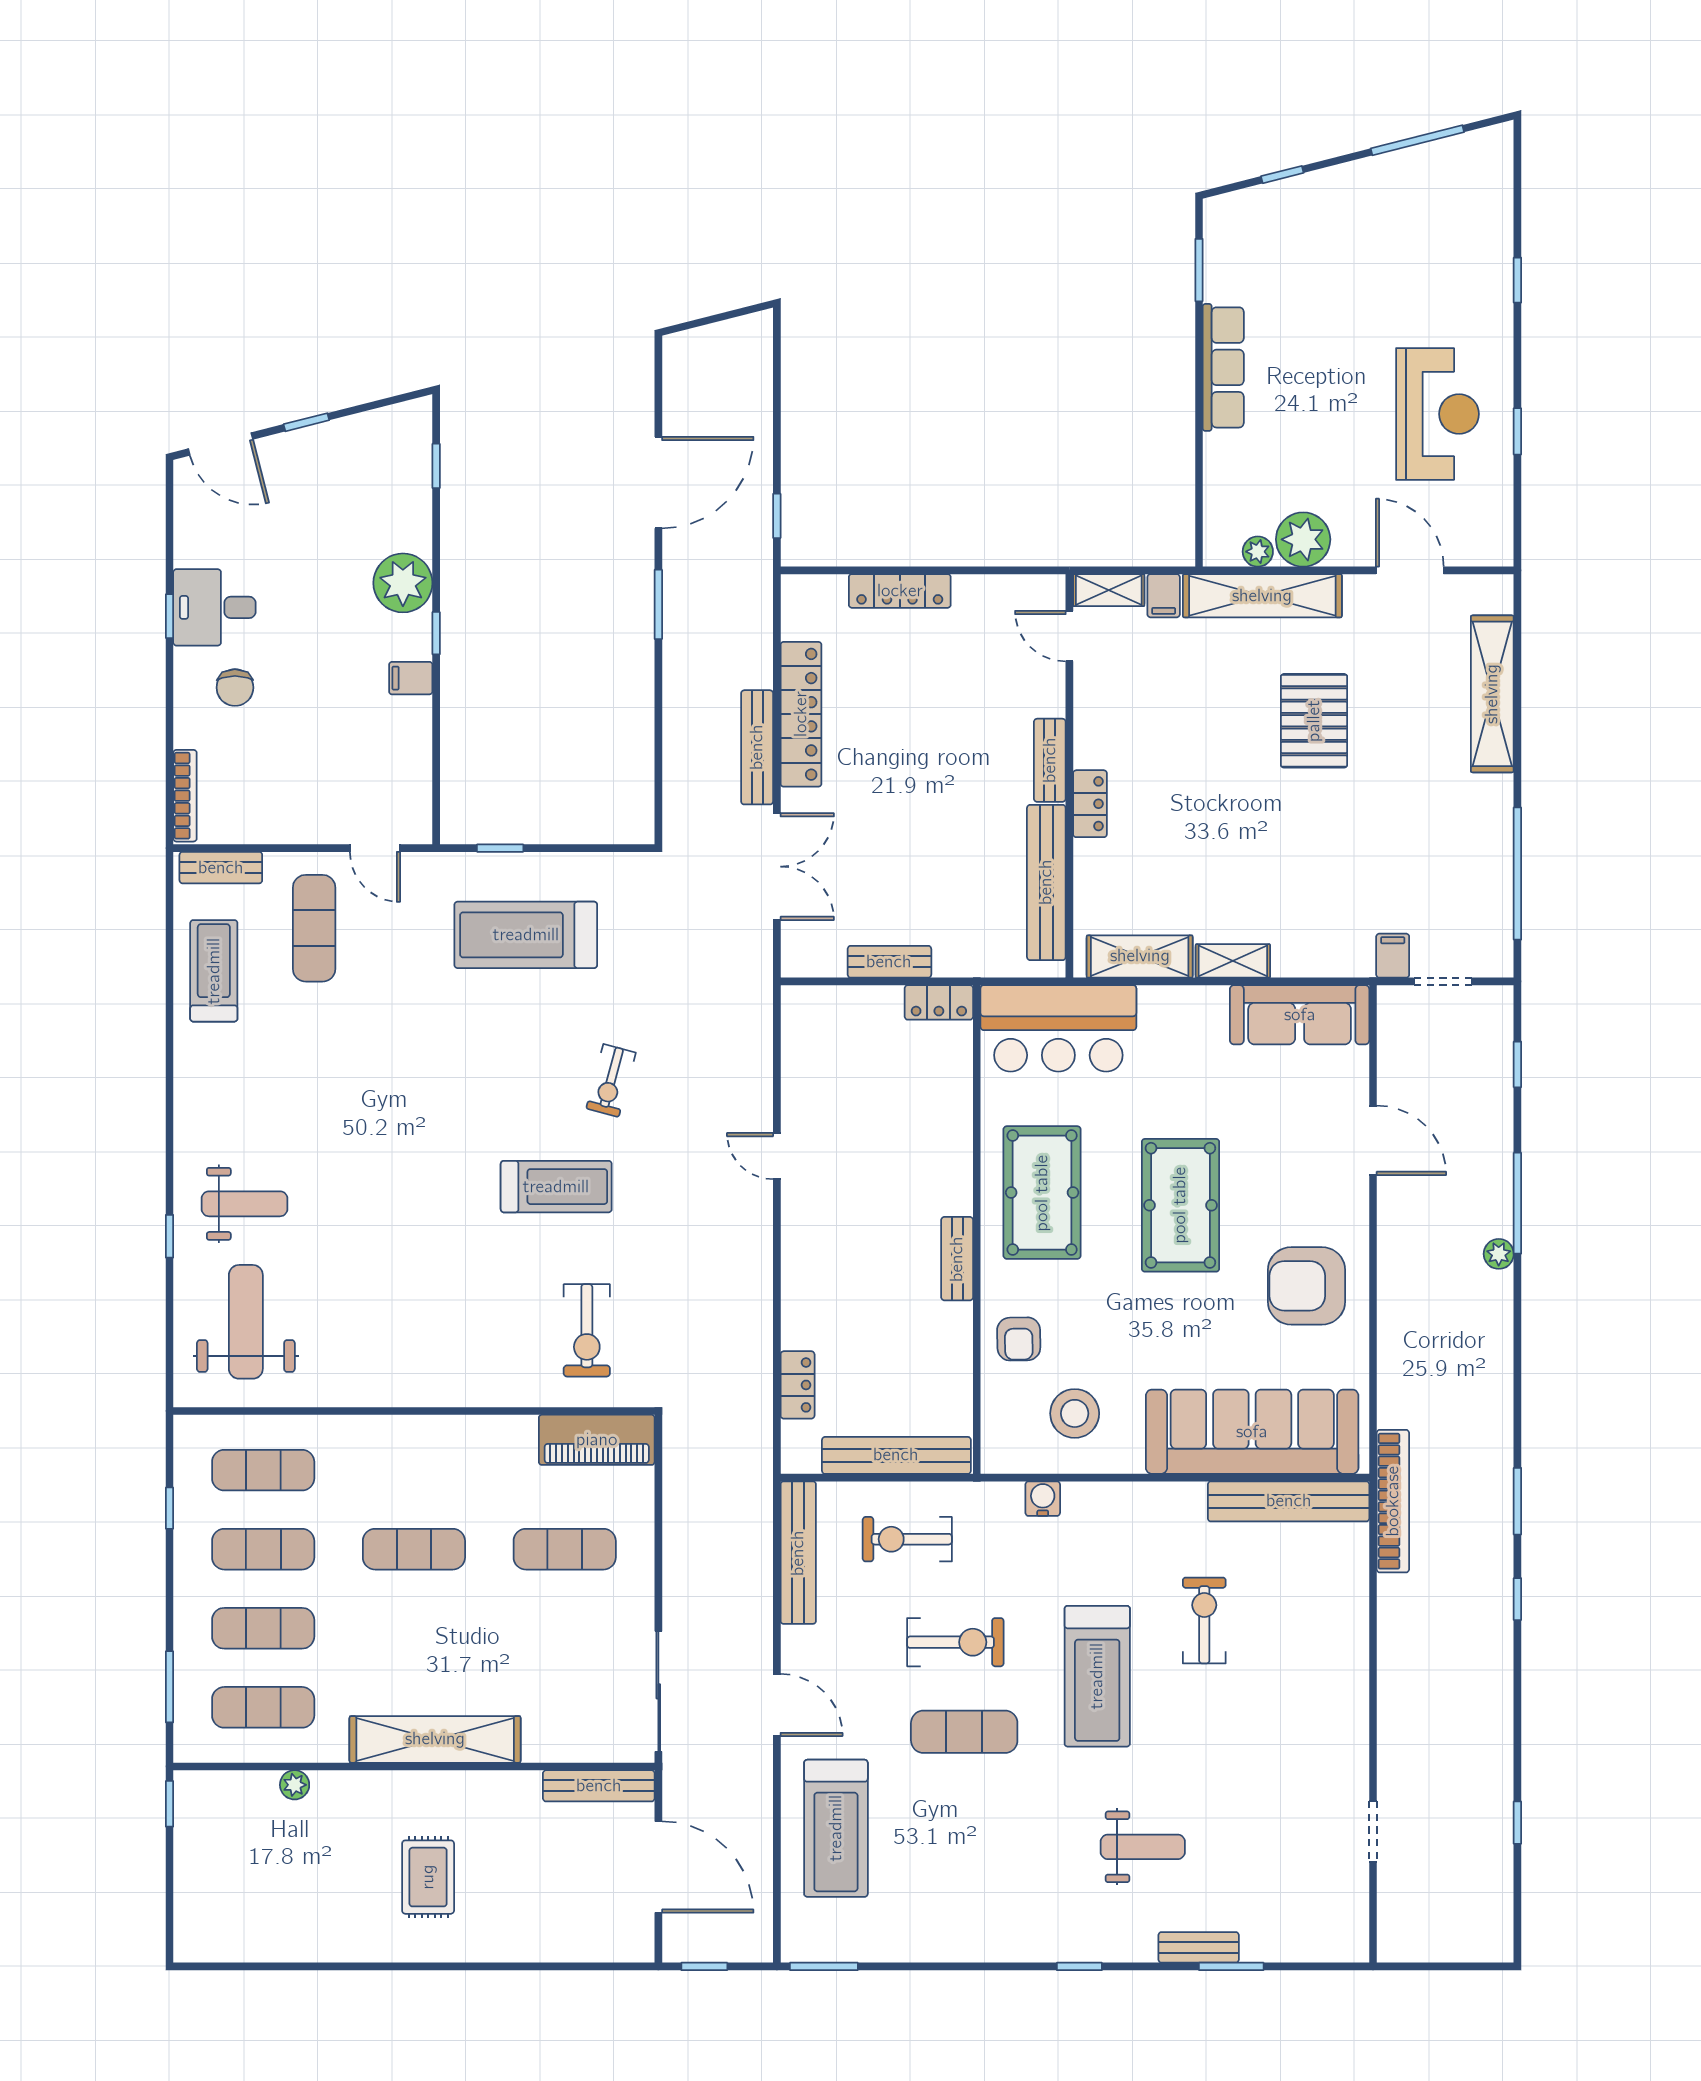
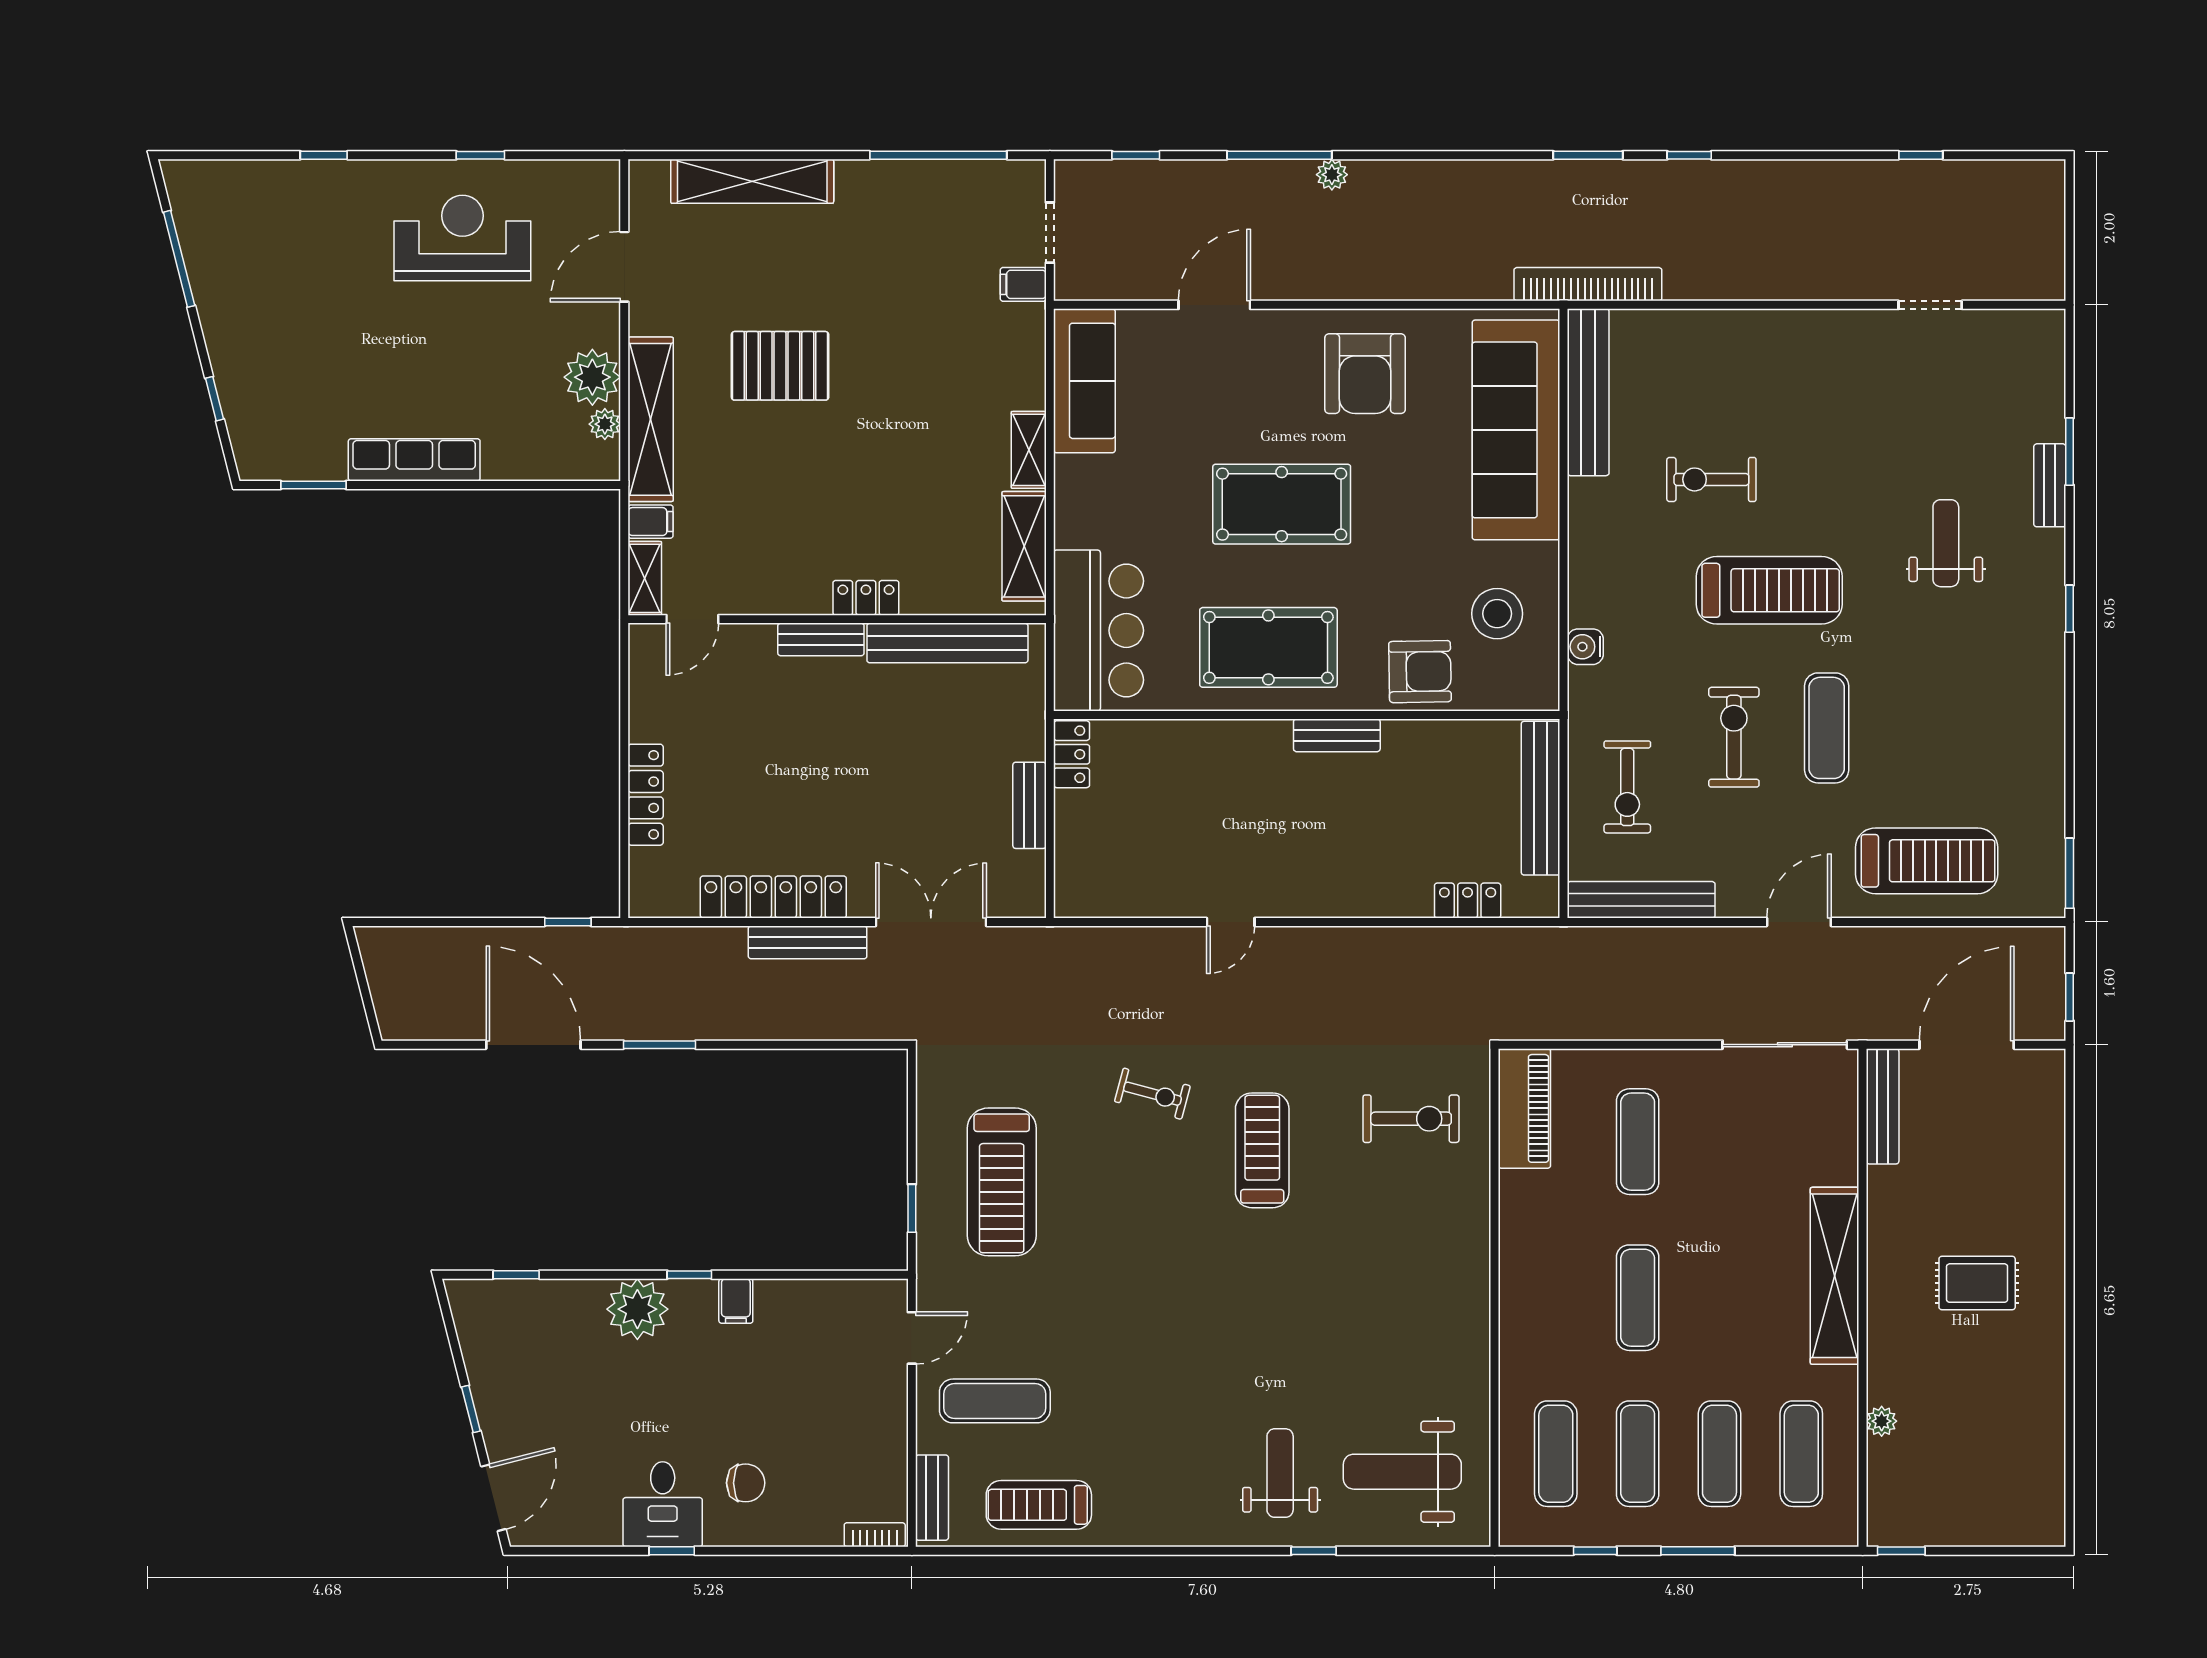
bookcase: (185, 796) -> (875, 1535), width x0.64
armchair: (1019, 1339) -> (1420, 672), width x1.38, depth x1.38
window: (169, 1687) -> (1698, 1551), moved

